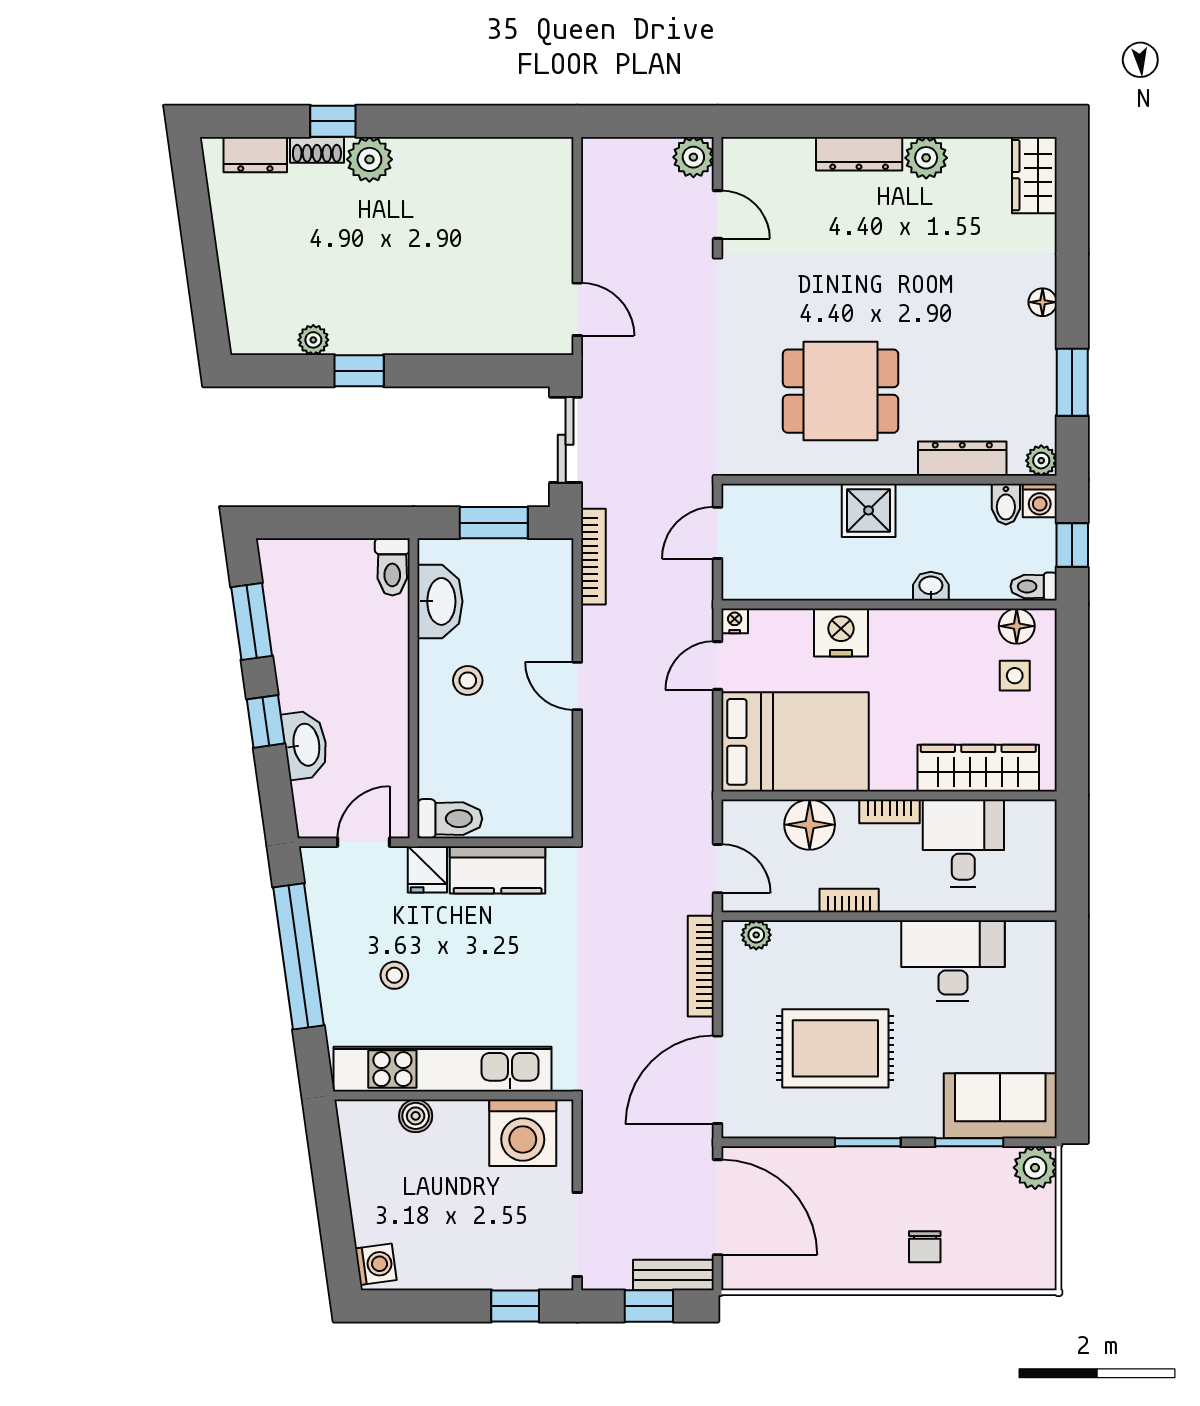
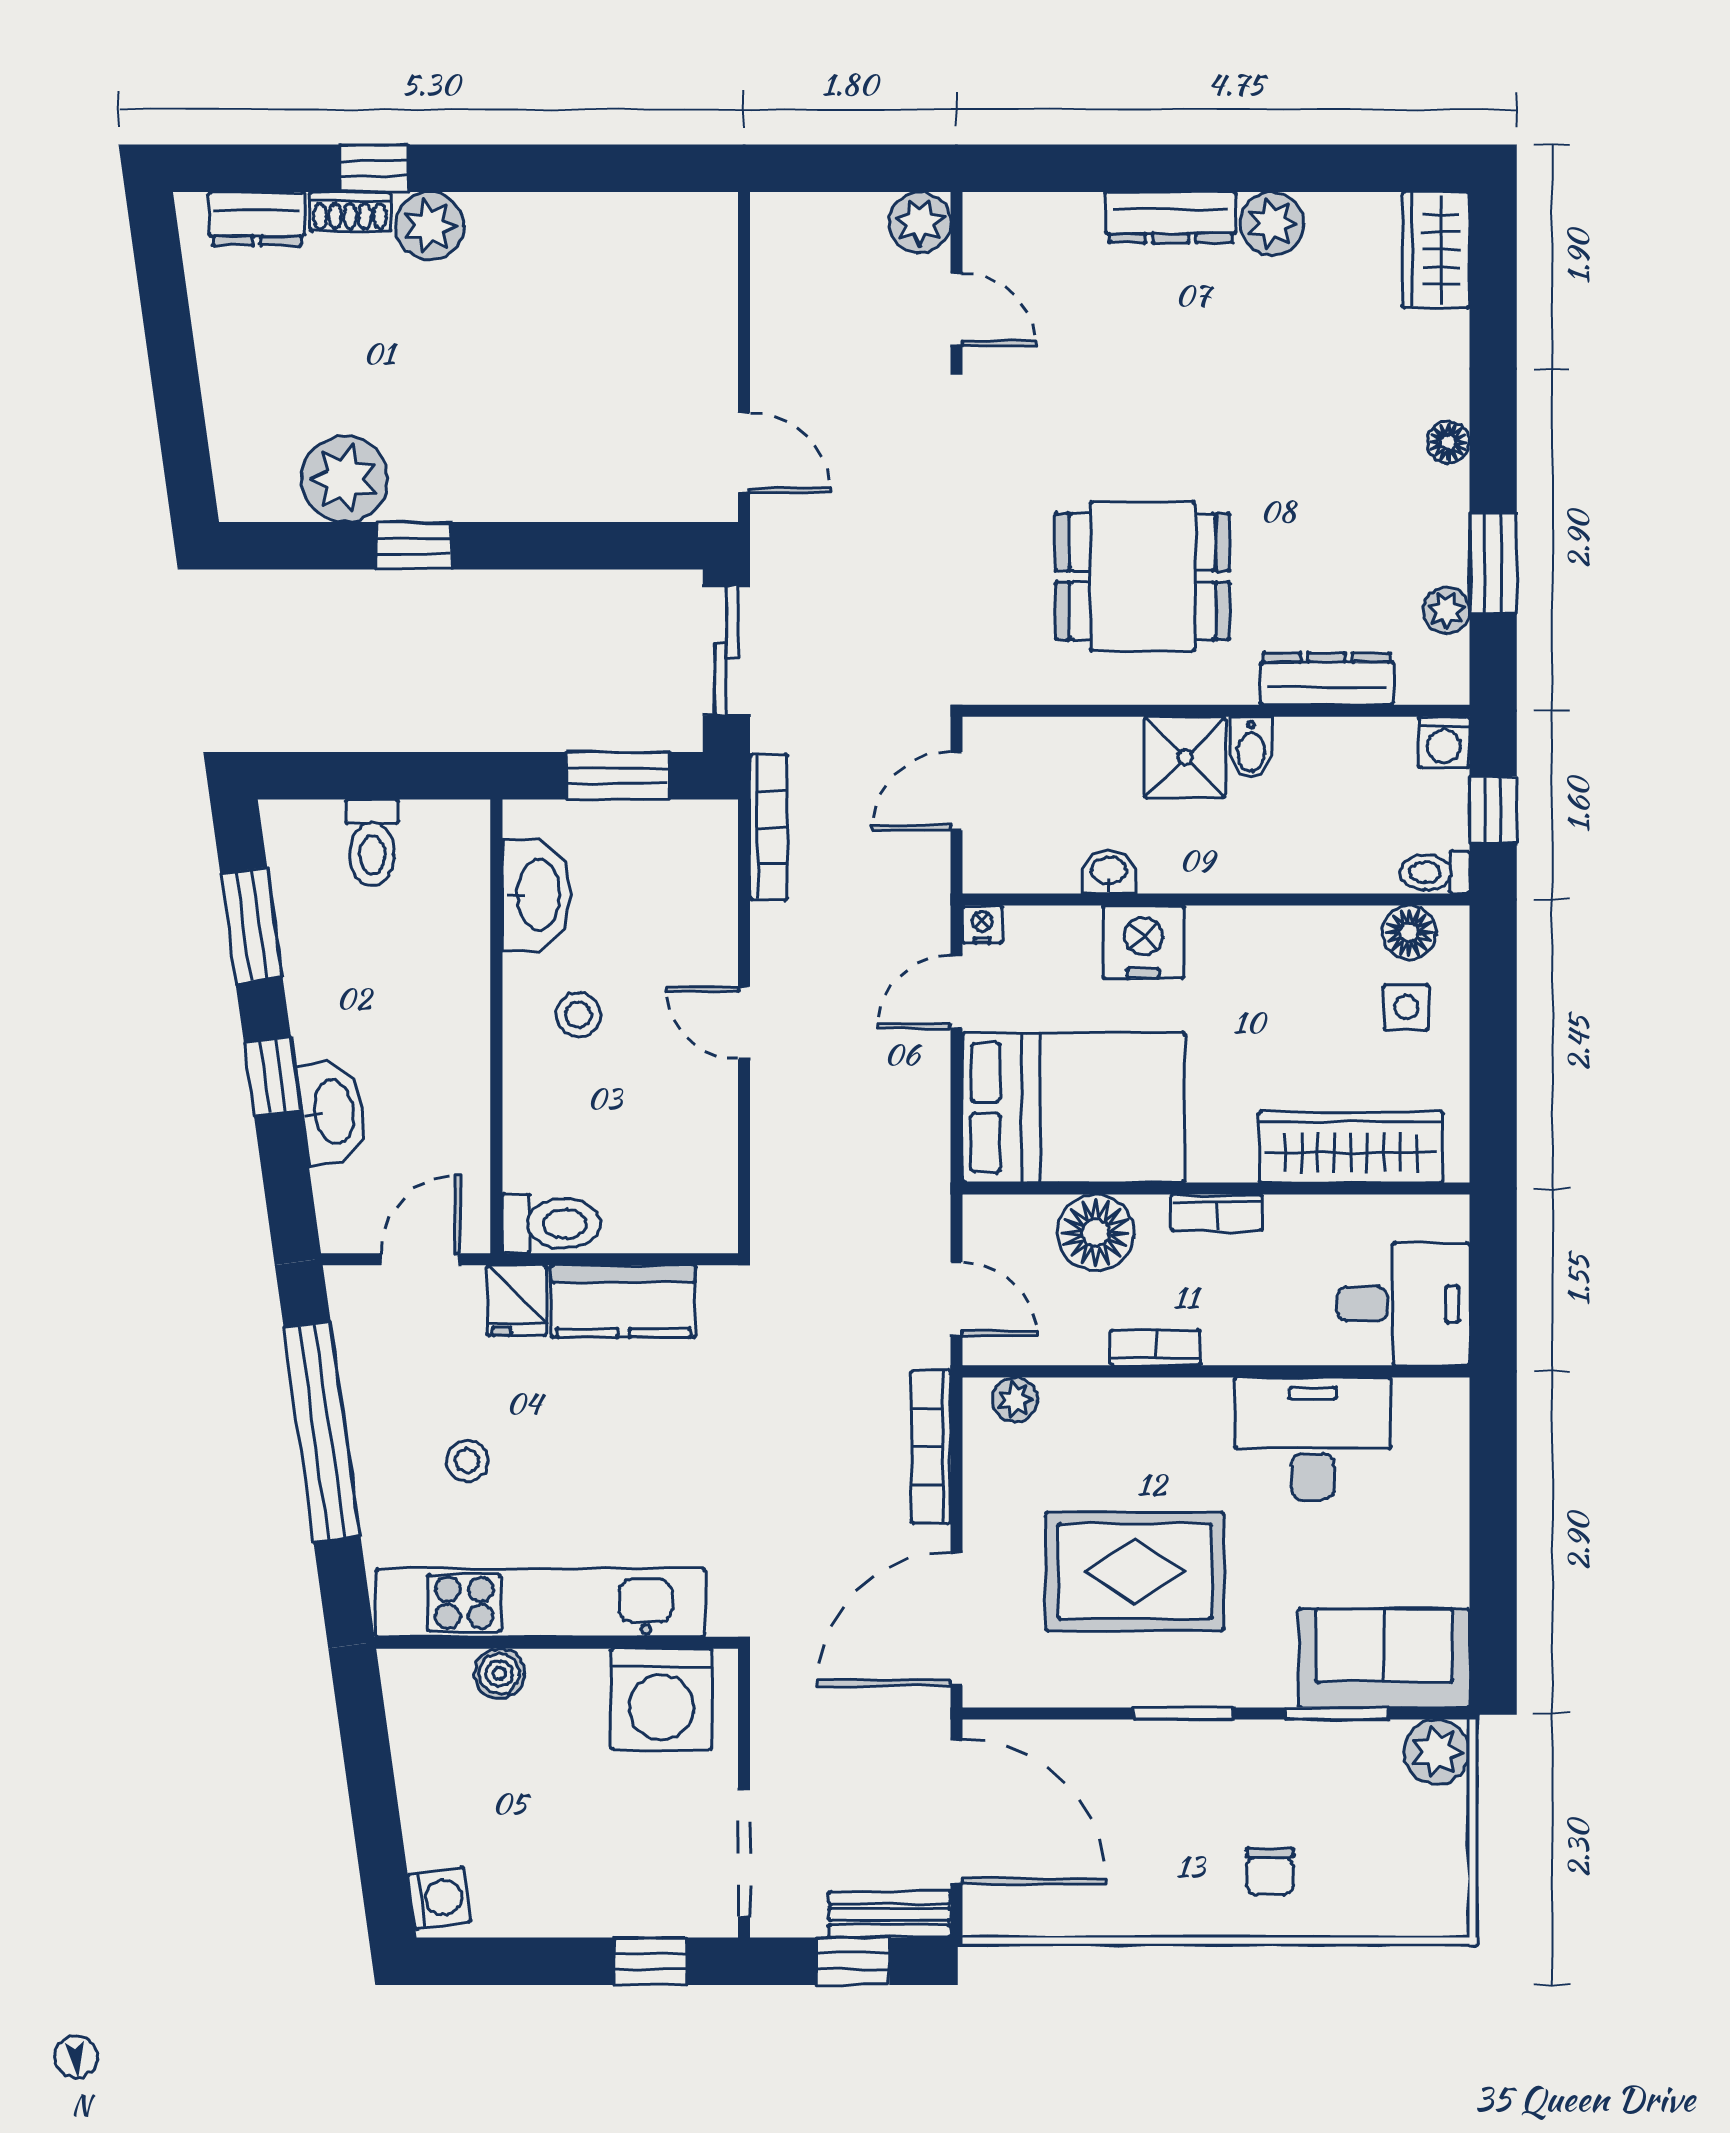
plant: (313, 340) -> (345, 479), width x1.87, depth x1.87
plant: (1041, 461) -> (1446, 610), moved
bidet: (1006, 504) -> (1251, 748), moved
toilet: (392, 567) -> (372, 843), moved
washbasin: (931, 586) -> (1109, 872), moved
desk: (963, 843) -> (1403, 1304), moved, turned 90

